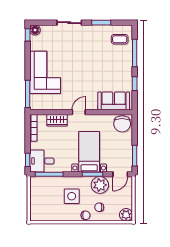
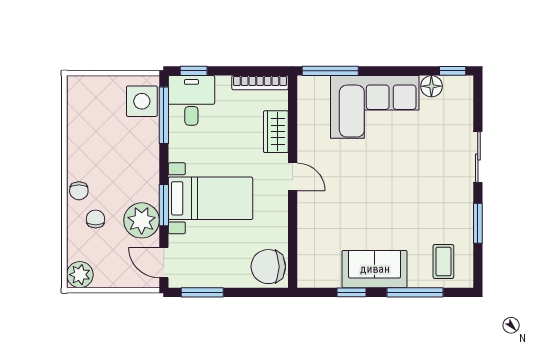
floor lamp: (35, 30) -> (431, 86), moved
sofa: (114, 101) -> (375, 269), moved, turned -90
side table: (72, 196) -> (142, 101), moved

